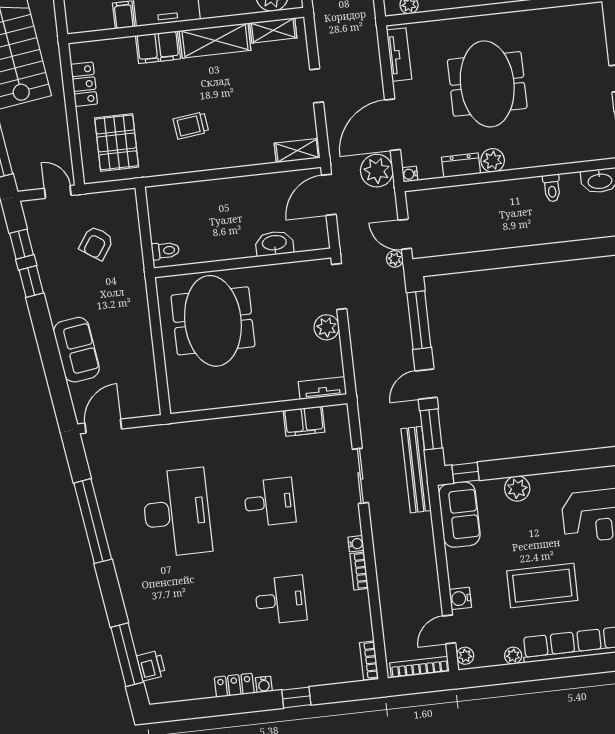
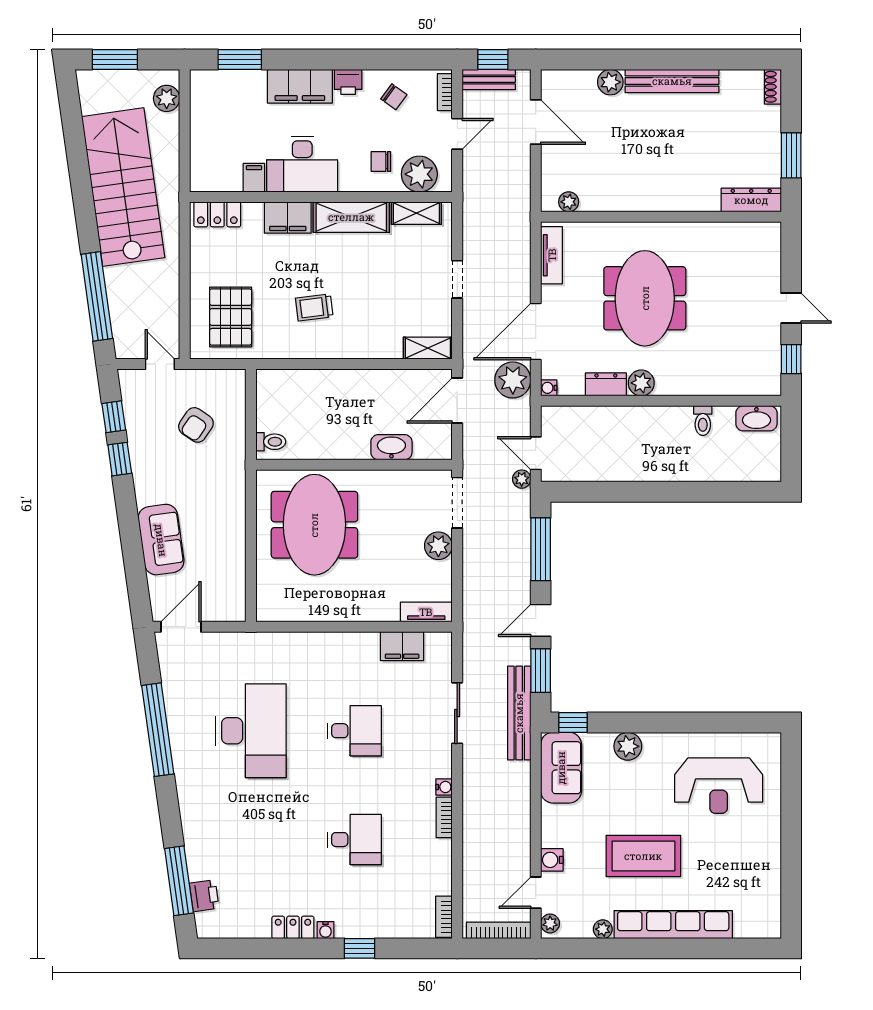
locker: (84, 84) -> (217, 214), moved, turned 90

